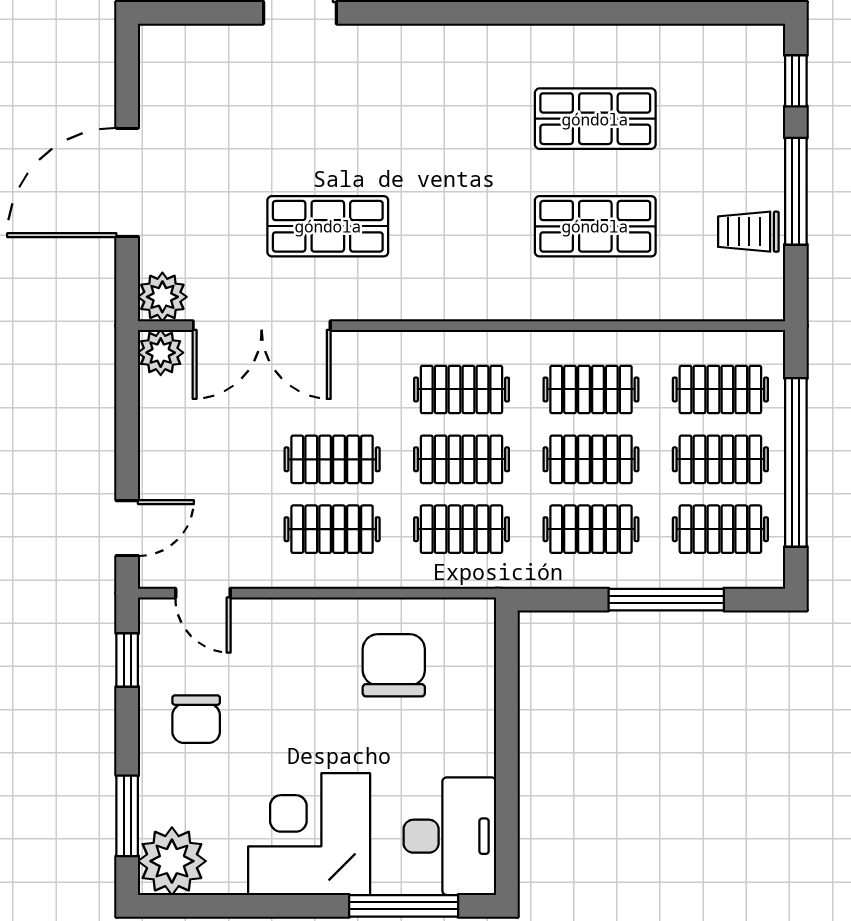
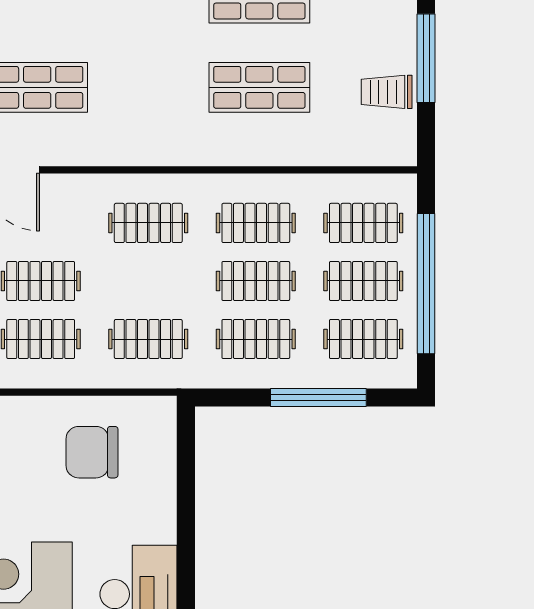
clothes rail: (462, 459) -> (148, 281), removed
chair: (394, 665) -> (92, 452), turned -90

